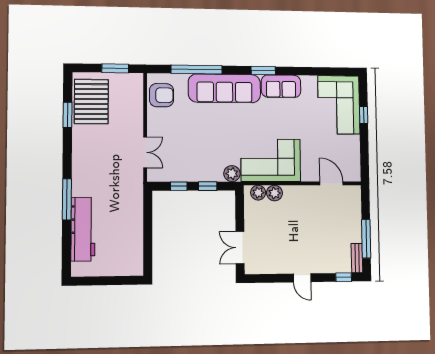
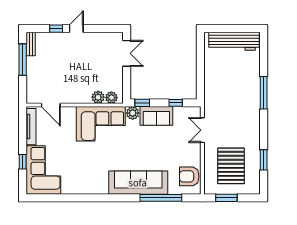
window: (263, 71) -> (106, 198), removed
sofa: (281, 86) -> (156, 116), moved, turned 180
pallet: (91, 102) -> (231, 166), moved
tv unit: (354, 157) -> (31, 127), added
window: (208, 186) -> (142, 103), moved
workbench: (83, 229) -> (234, 41), moved, turned -90
window: (344, 277) -> (56, 29), moved
door: (302, 278) -> (76, 29), hinge flipped

